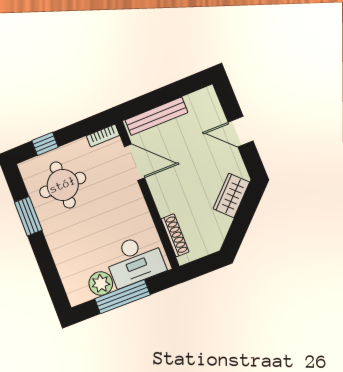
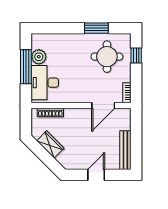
bench: (156, 116) -> (125, 150), moved
wardrobe: (231, 195) -> (50, 144), moved

